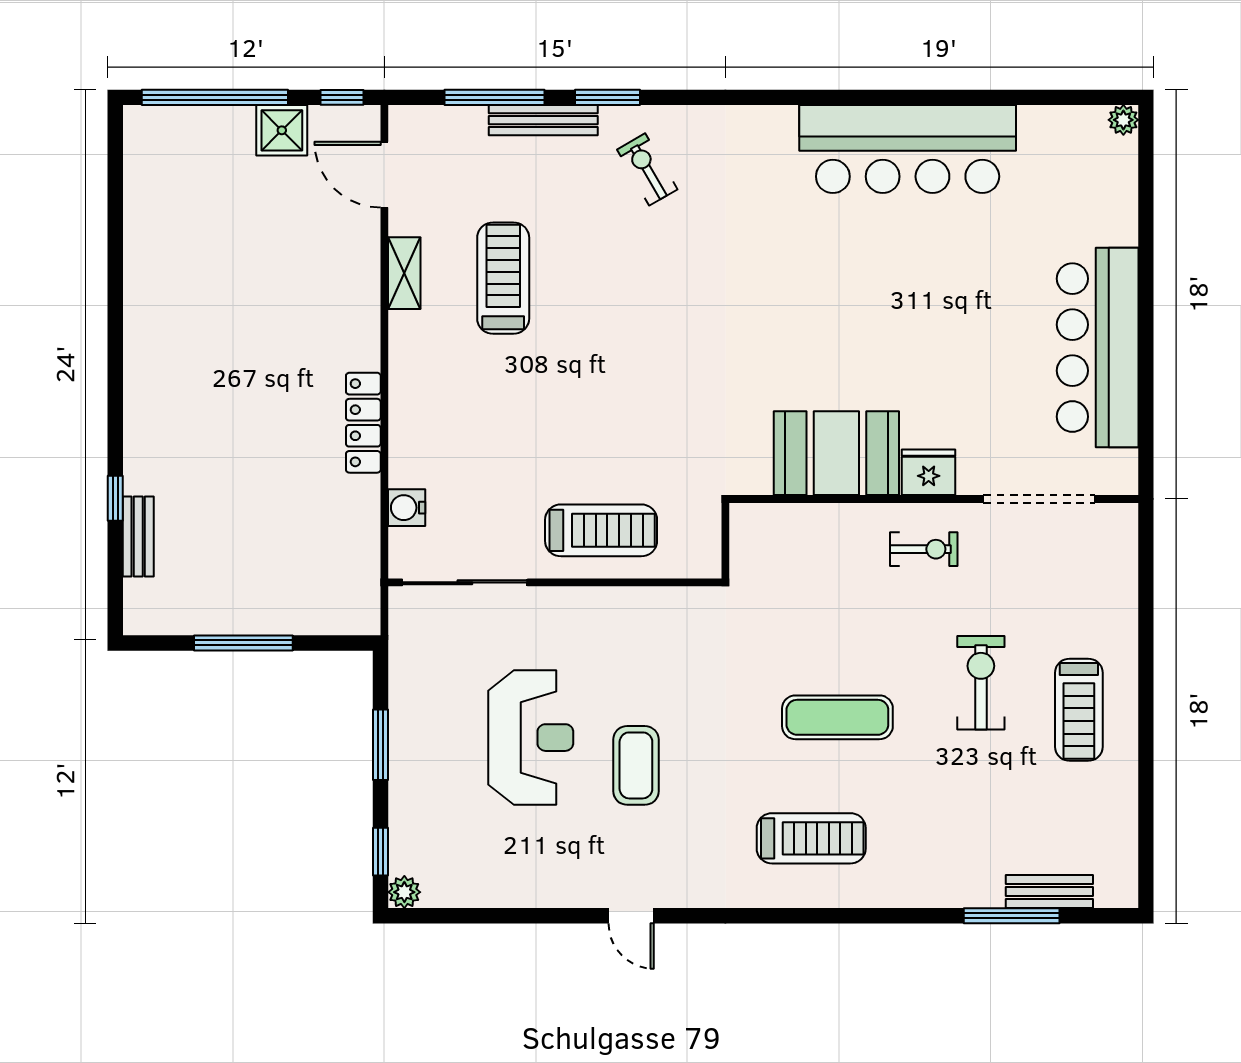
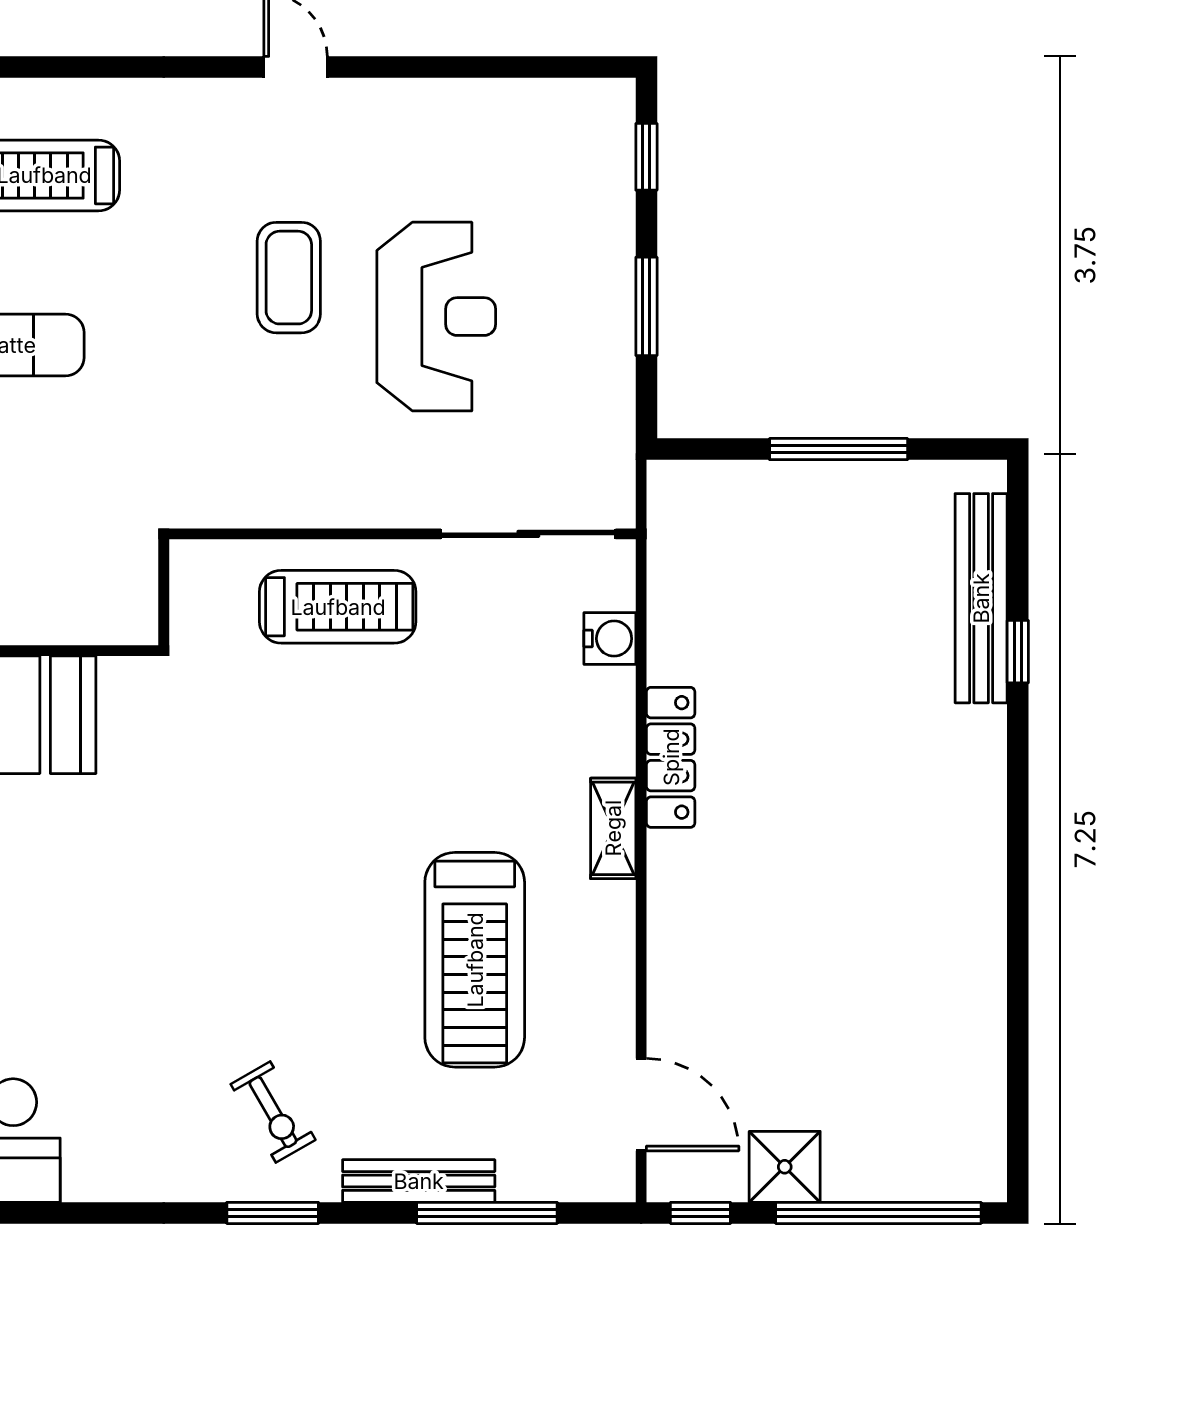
window: (607, 97) -> (273, 1213), moved
shelving: (404, 273) -> (613, 828), moved
treadmill: (503, 278) -> (475, 960), width x1.37, depth x1.38
treadmill: (601, 530) -> (338, 607), turned 180
bench: (138, 536) -> (981, 598), width x1.86, depth x1.21
reception desk: (531, 738) -> (436, 317), turned 180
plant: (404, 892) -> (613, 100), removed

